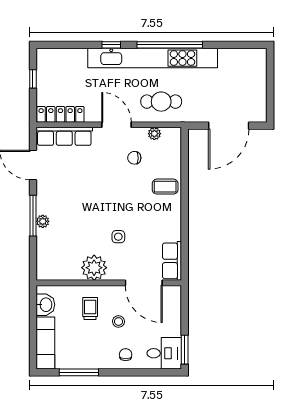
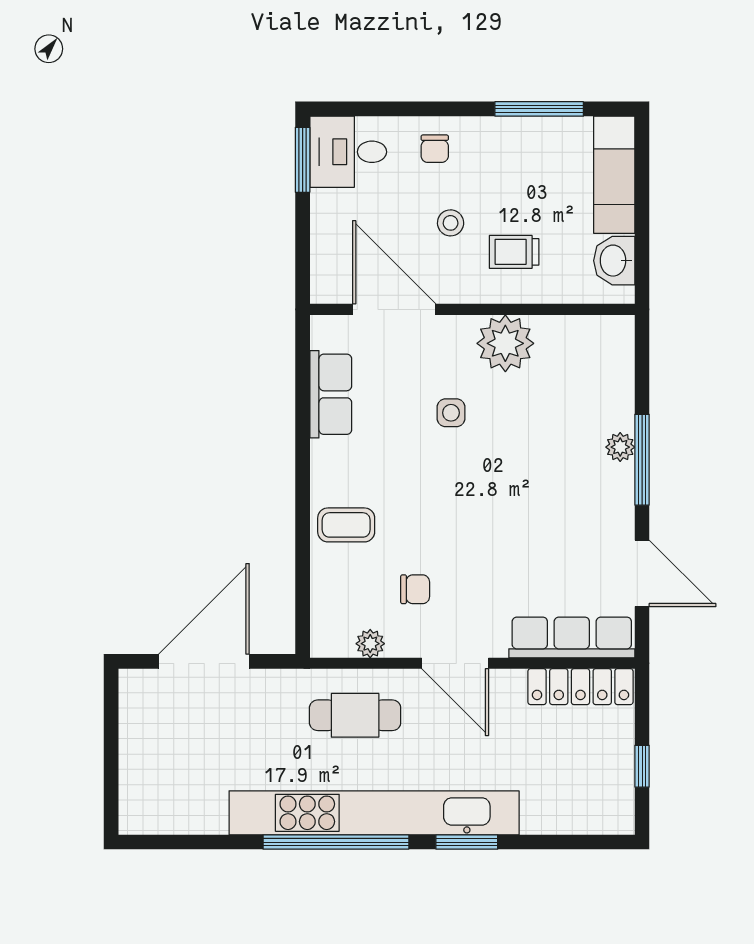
window: (111, 45) -> (467, 842), width x1.50
row of seats: (172, 261) -> (331, 394), moved
trolley: (90, 309) -> (514, 252), turned 90

